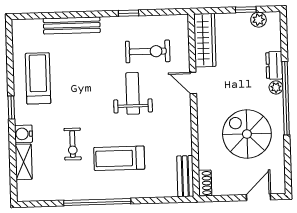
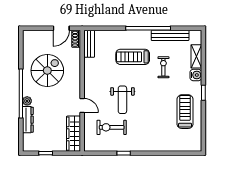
plant: (258, 20) -> (37, 146), removed
bench: (72, 25) -> (170, 35), moved
dresser: (274, 65) -> (28, 120), width x1.44
treadmill: (38, 78) -> (185, 112), turned 180
spiral stairs: (247, 134) -> (47, 71), turned -90
treadmill: (119, 158) -> (133, 57), turned 180
door: (259, 197) -> (61, 28), moved

